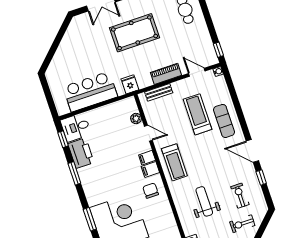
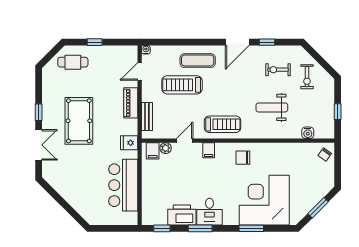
window: (218, 50) -> (95, 42), moved
desk: (76, 127) -> (210, 212), moved
filing cabinet: (150, 169) -> (153, 151), moved

